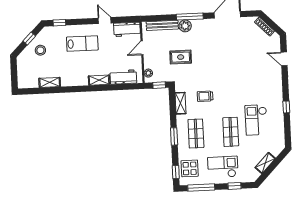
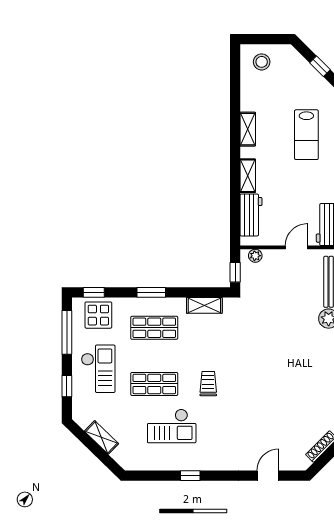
lab bench: (82, 44) -> (306, 135), moved
door: (142, 48) -> (296, 247), hinge flipped
stool: (40, 50) -> (262, 62), moved
rug: (181, 57) -> (279, 309), removed
shelving: (50, 82) -> (248, 129), moved
trolley: (205, 96) -> (208, 384), moved
checkout: (256, 120) -> (172, 426), turned 180

